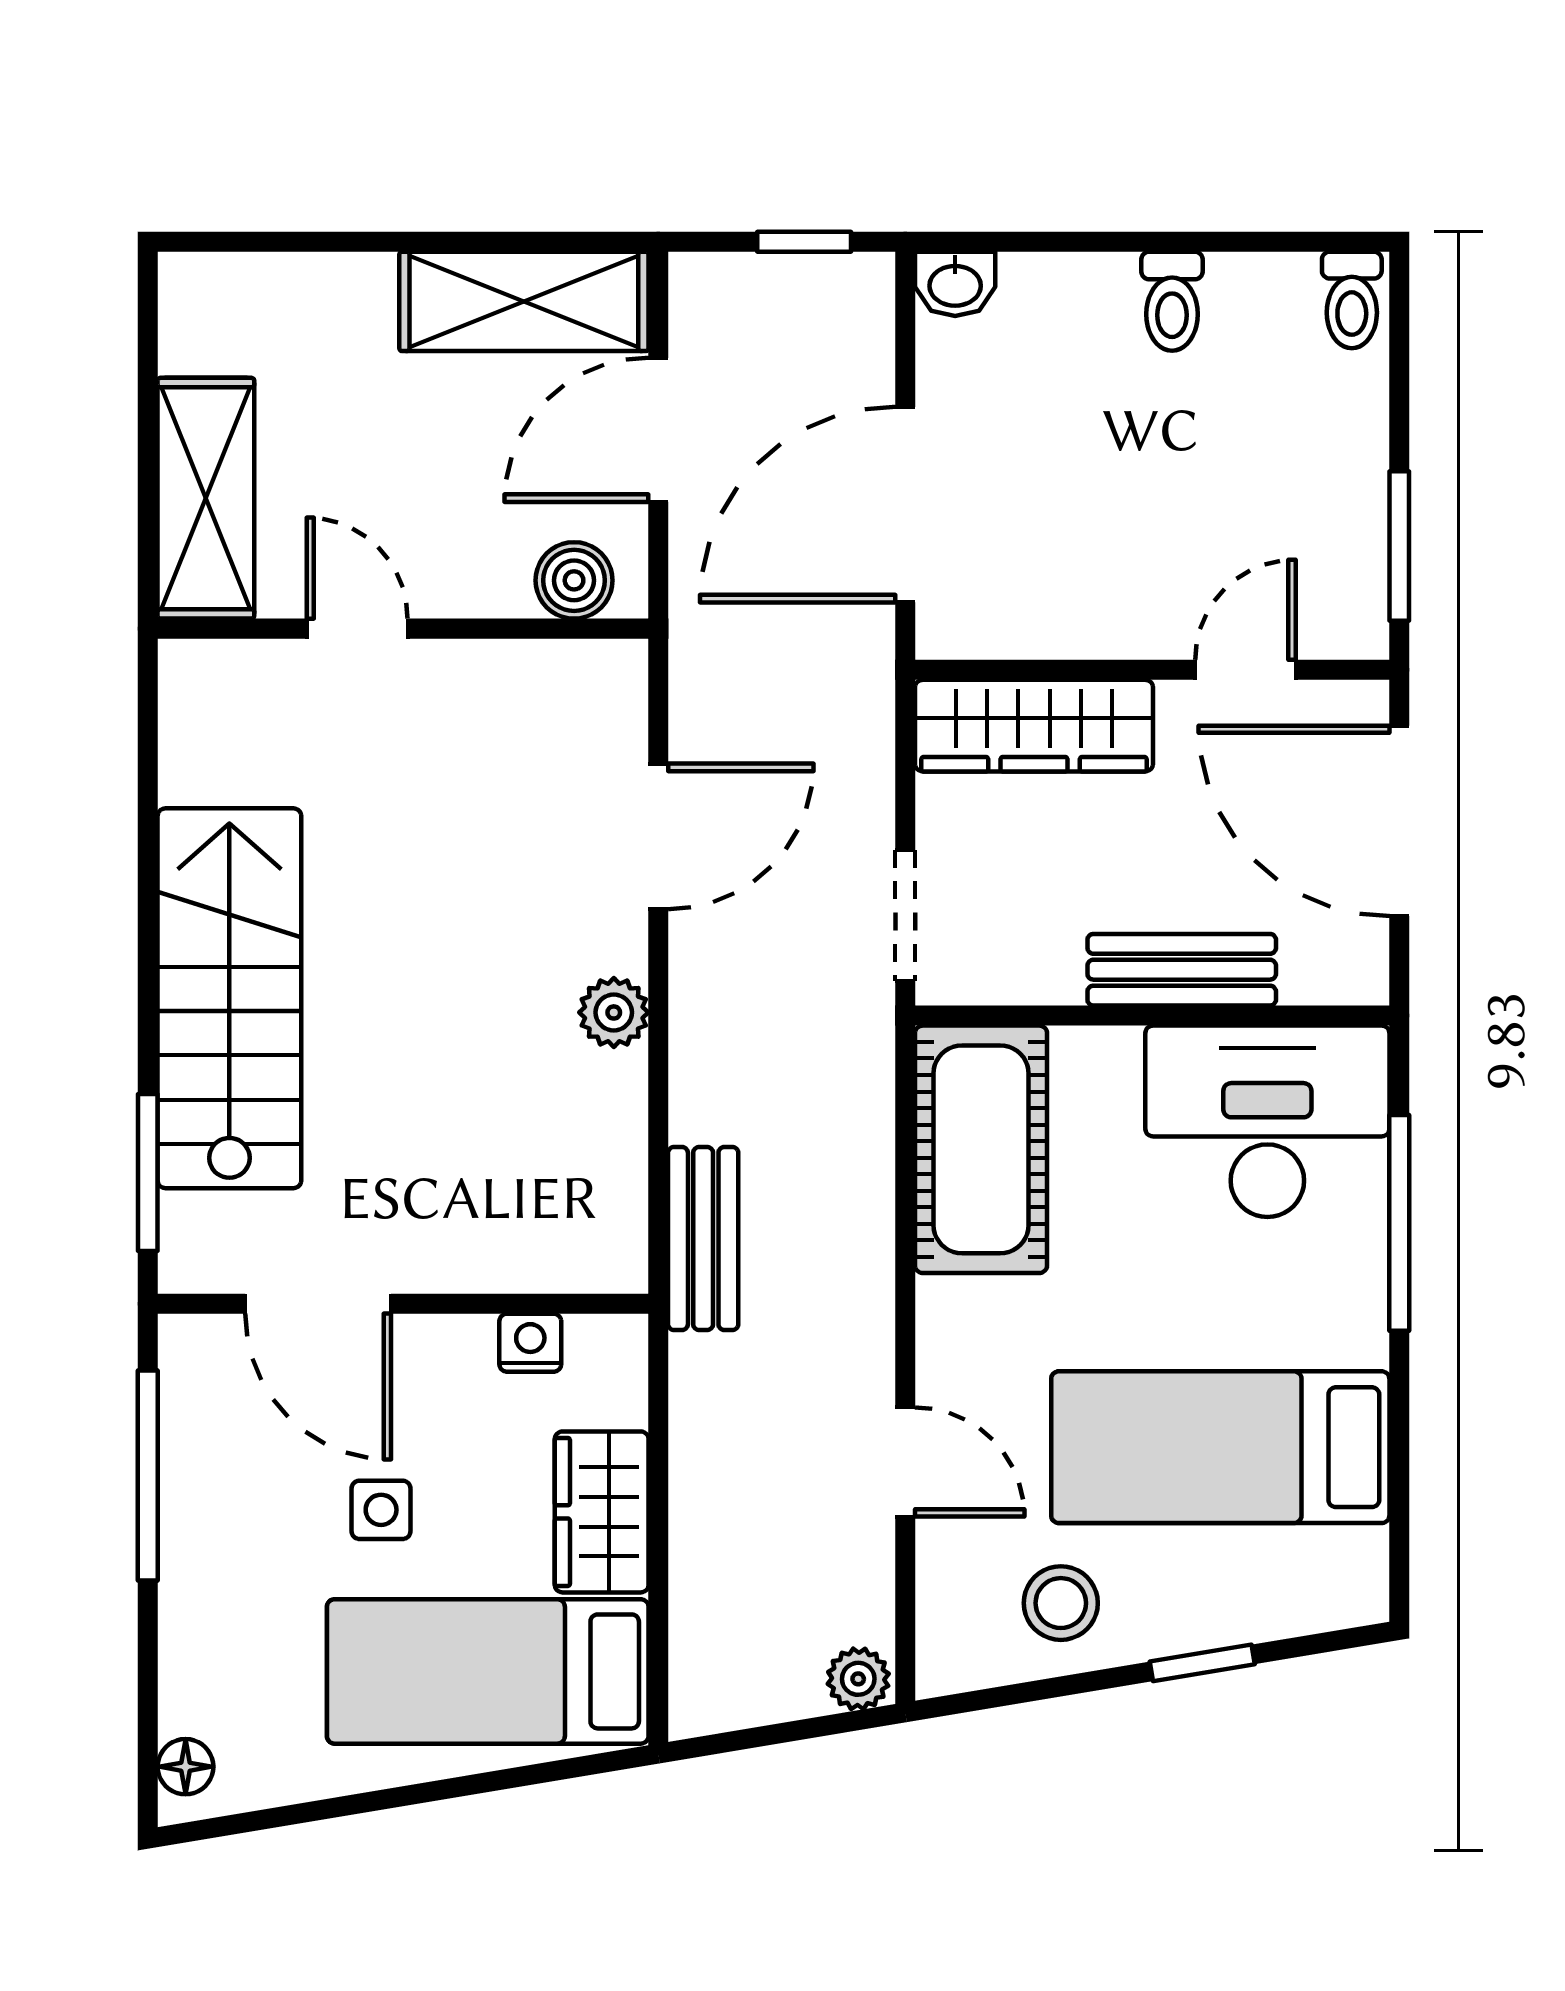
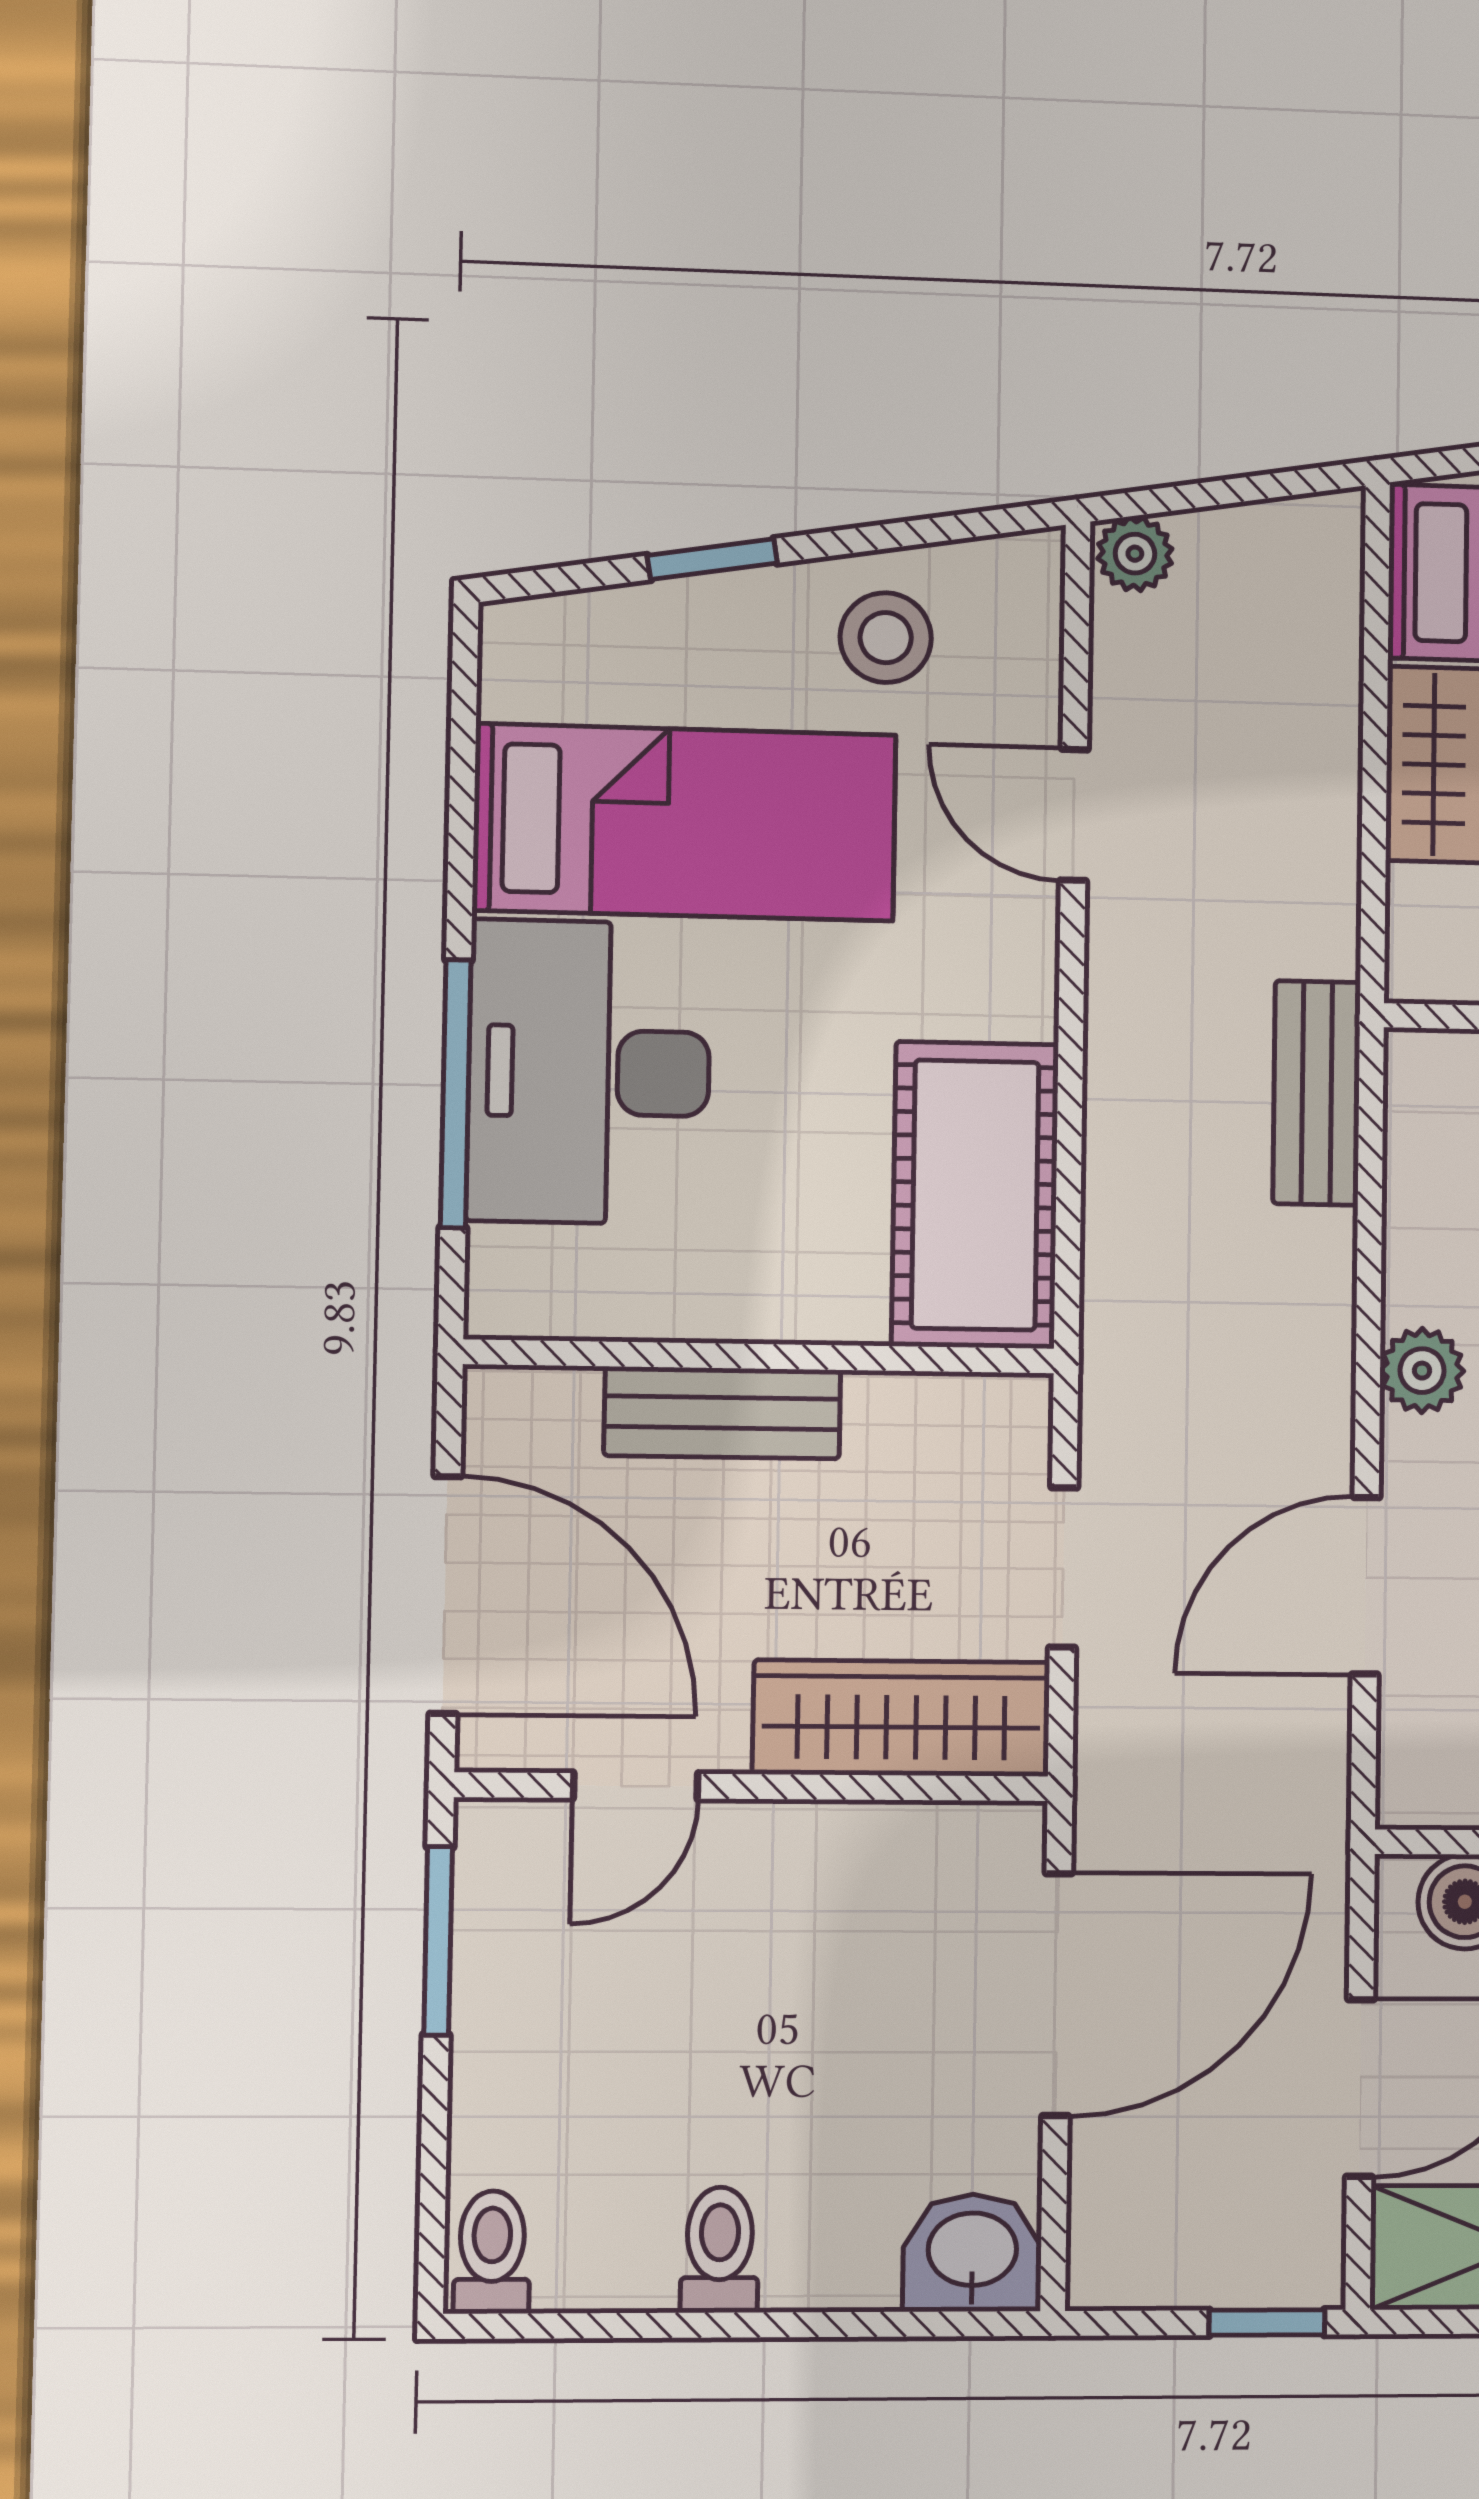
window: (804, 242) -> (1267, 2323), moved
washbasin: (955, 284) -> (972, 2253), width x1.38, depth x1.45
doorway: (905, 916) -> (1063, 1567), moved
desk: (1267, 1121) -> (589, 1072), moved, turned 90

